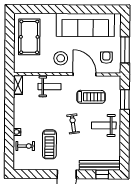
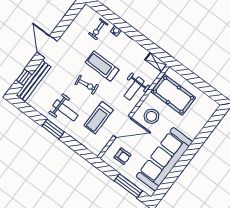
pool table: (29, 37) -> (173, 95), moved
window: (125, 50) -> (128, 186), moved
window: (125, 99) -> (53, 129), moved
weight bench: (104, 125) -> (65, 110), turned 90
treadmill: (49, 144) -> (102, 66), moved

